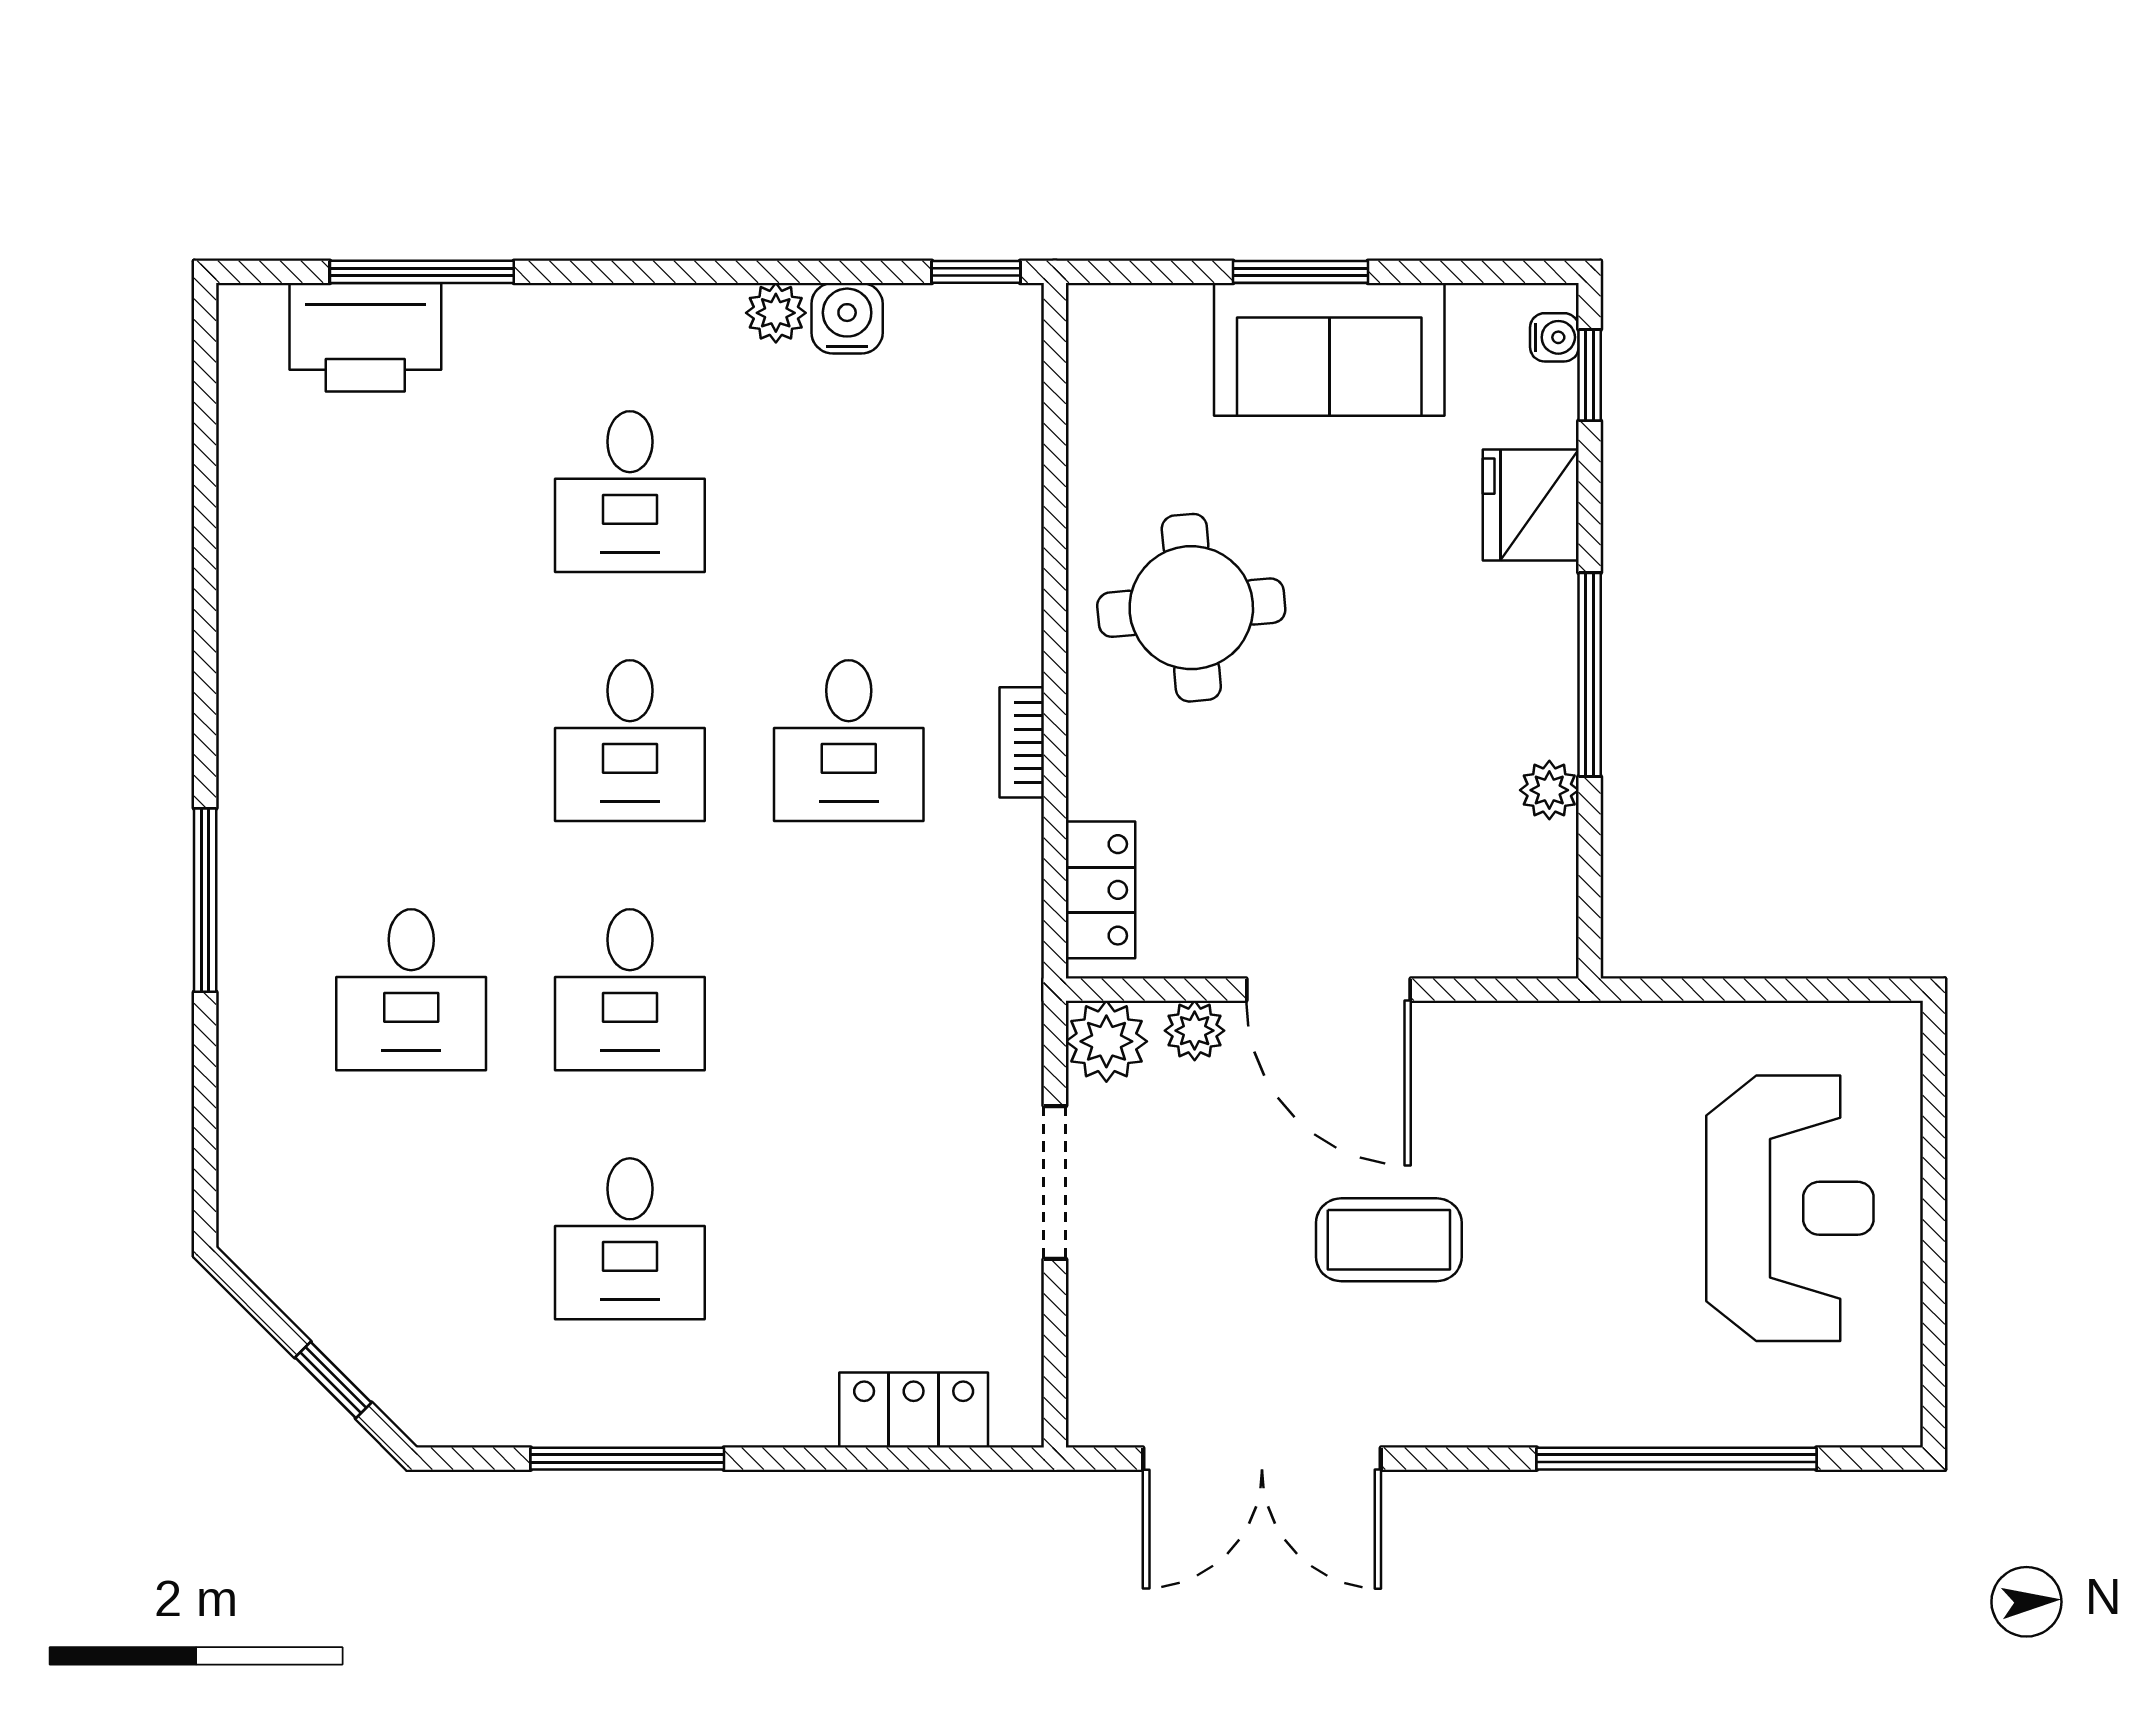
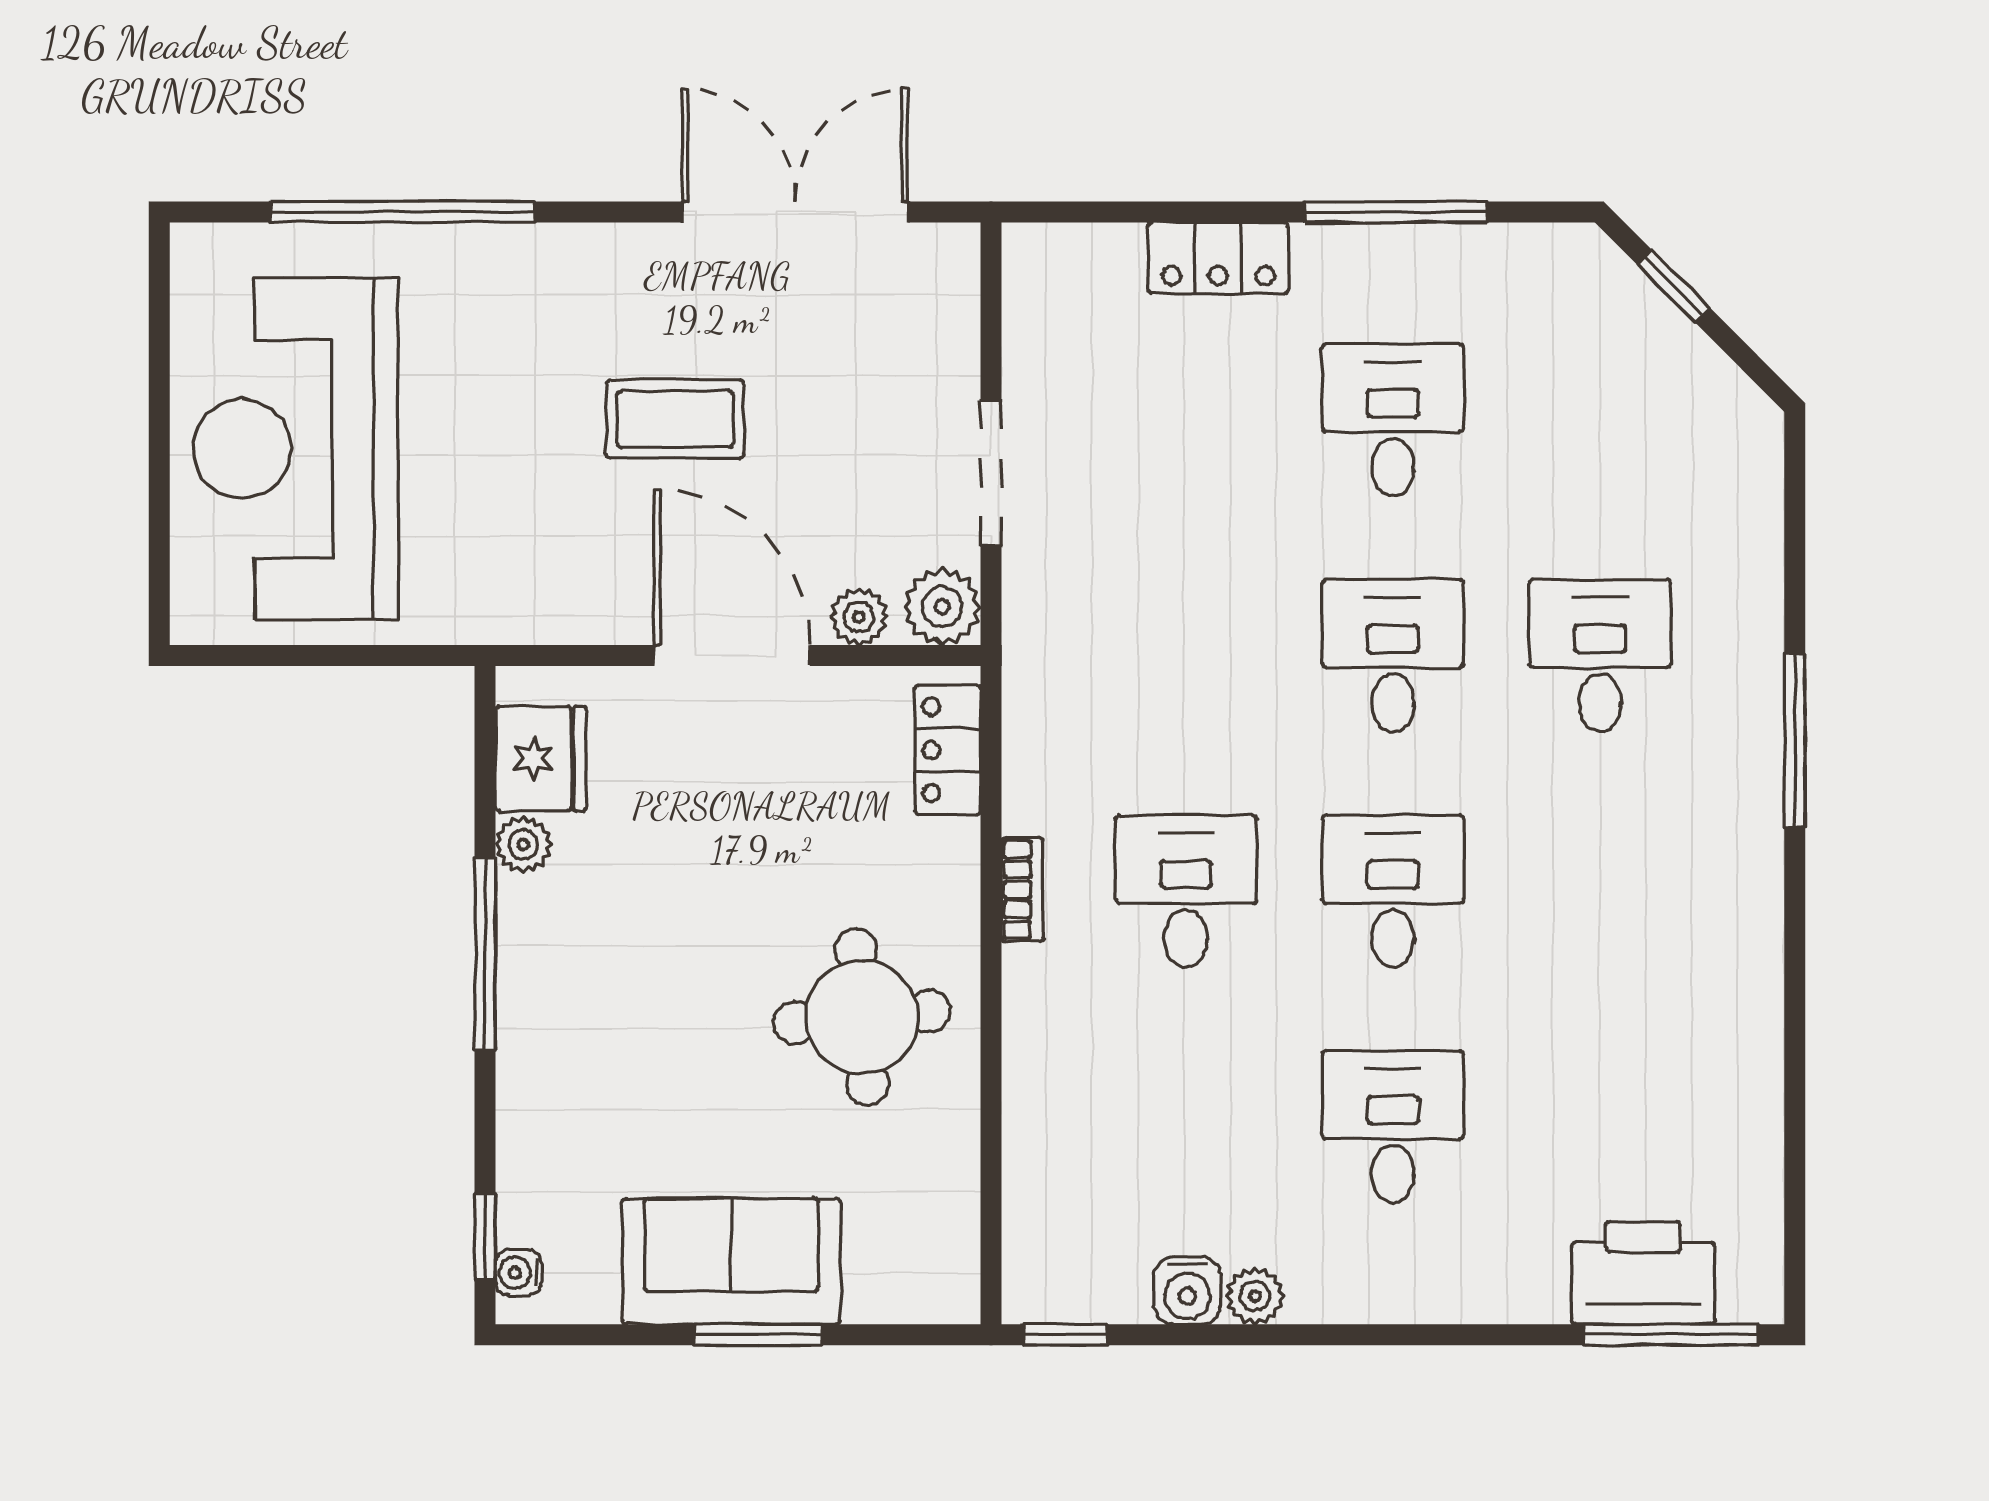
window: (422, 272) -> (1671, 1335), moved
fridge: (1531, 505) -> (541, 759), moved
reception desk: (1790, 1208) -> (296, 449), width x1.36, depth x1.30
locker: (914, 1410) -> (1218, 258), moved

